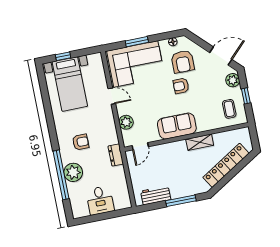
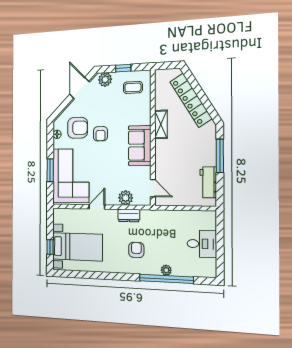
dresser: (116, 155) -> (129, 216), moved
plant: (73, 172) -> (166, 270), width x0.53, depth x0.53

